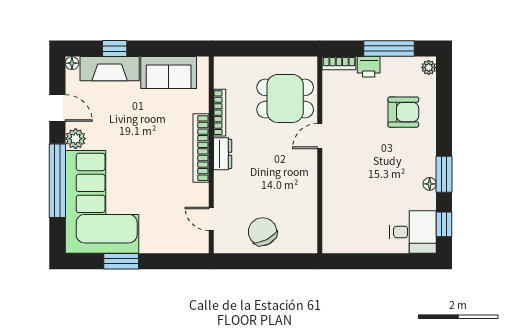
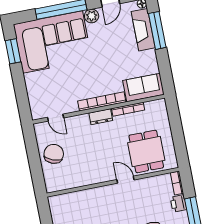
window: (115, 49) -> (157, 30), width x2.17
sofa: (169, 73) -> (144, 88), moved, turned 90
door: (211, 219) -> (56, 118), swing flipped
chair: (263, 232) -> (54, 154), turned -42
window: (121, 261) -> (13, 51), moved

